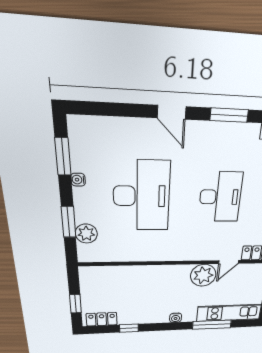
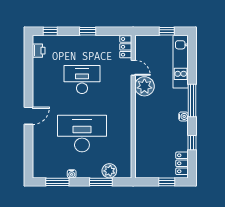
window: (229, 115) -> (28, 80), removed
water cooler: (176, 318) -> (183, 116), moved
window: (212, 325) -> (192, 100), moved

